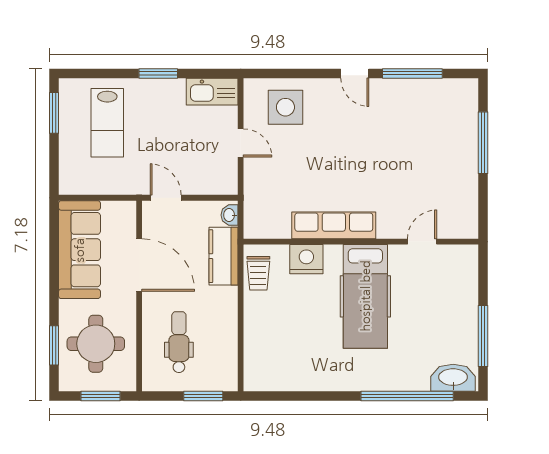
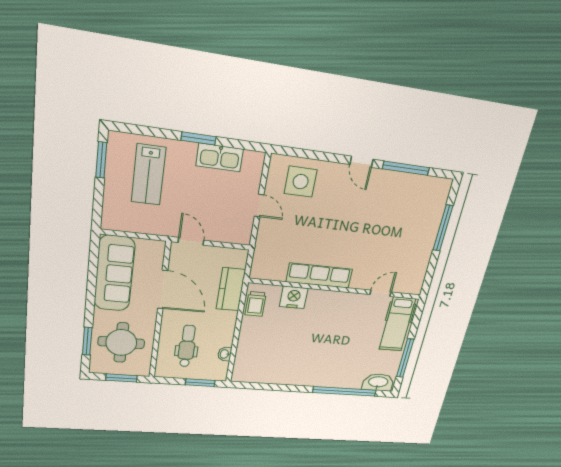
kitchen sink: (212, 92) -> (220, 157), moved
washbasin: (230, 215) -> (225, 354), moved
hospital bed: (365, 296) -> (397, 324), moved, width x0.73, depth x0.78

